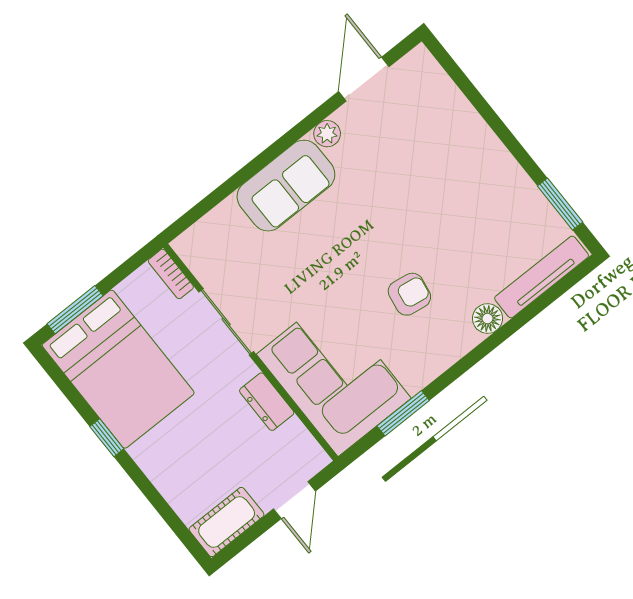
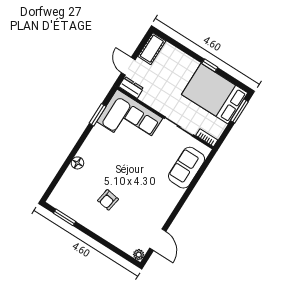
plant: (327, 134) -> (139, 255), moved
sofa: (286, 186) -> (187, 168), moved
tv unit: (542, 277) -> (62, 186), removed
armchair: (409, 294) -> (108, 200), moved
dresser: (267, 402) -> (131, 87), moved

